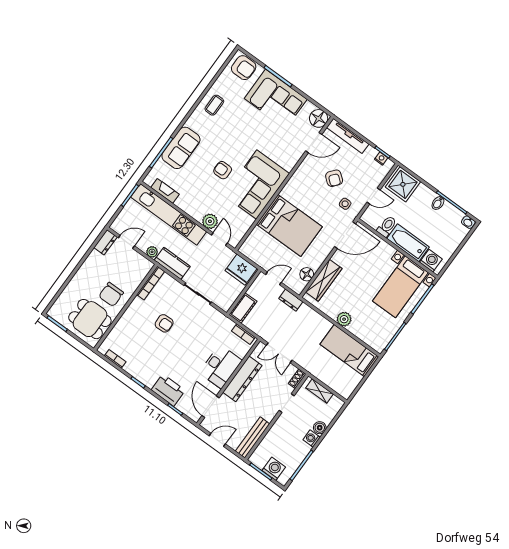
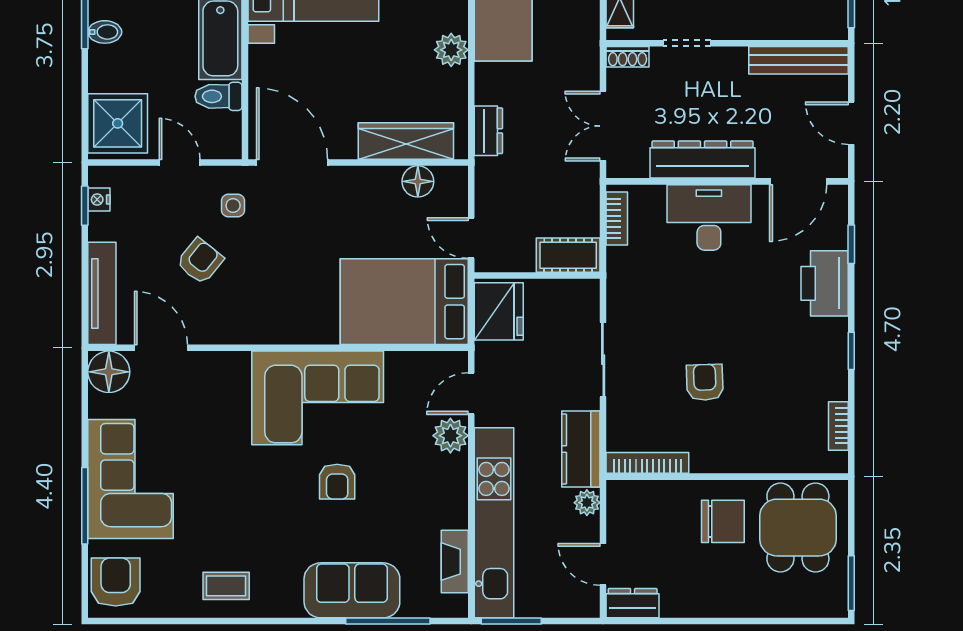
bed: (289, 225) -> (404, 302), moved, turned -90
dresser: (291, 300) -> (488, 131), moved
double door: (279, 353) -> (603, 126), swing flipped

